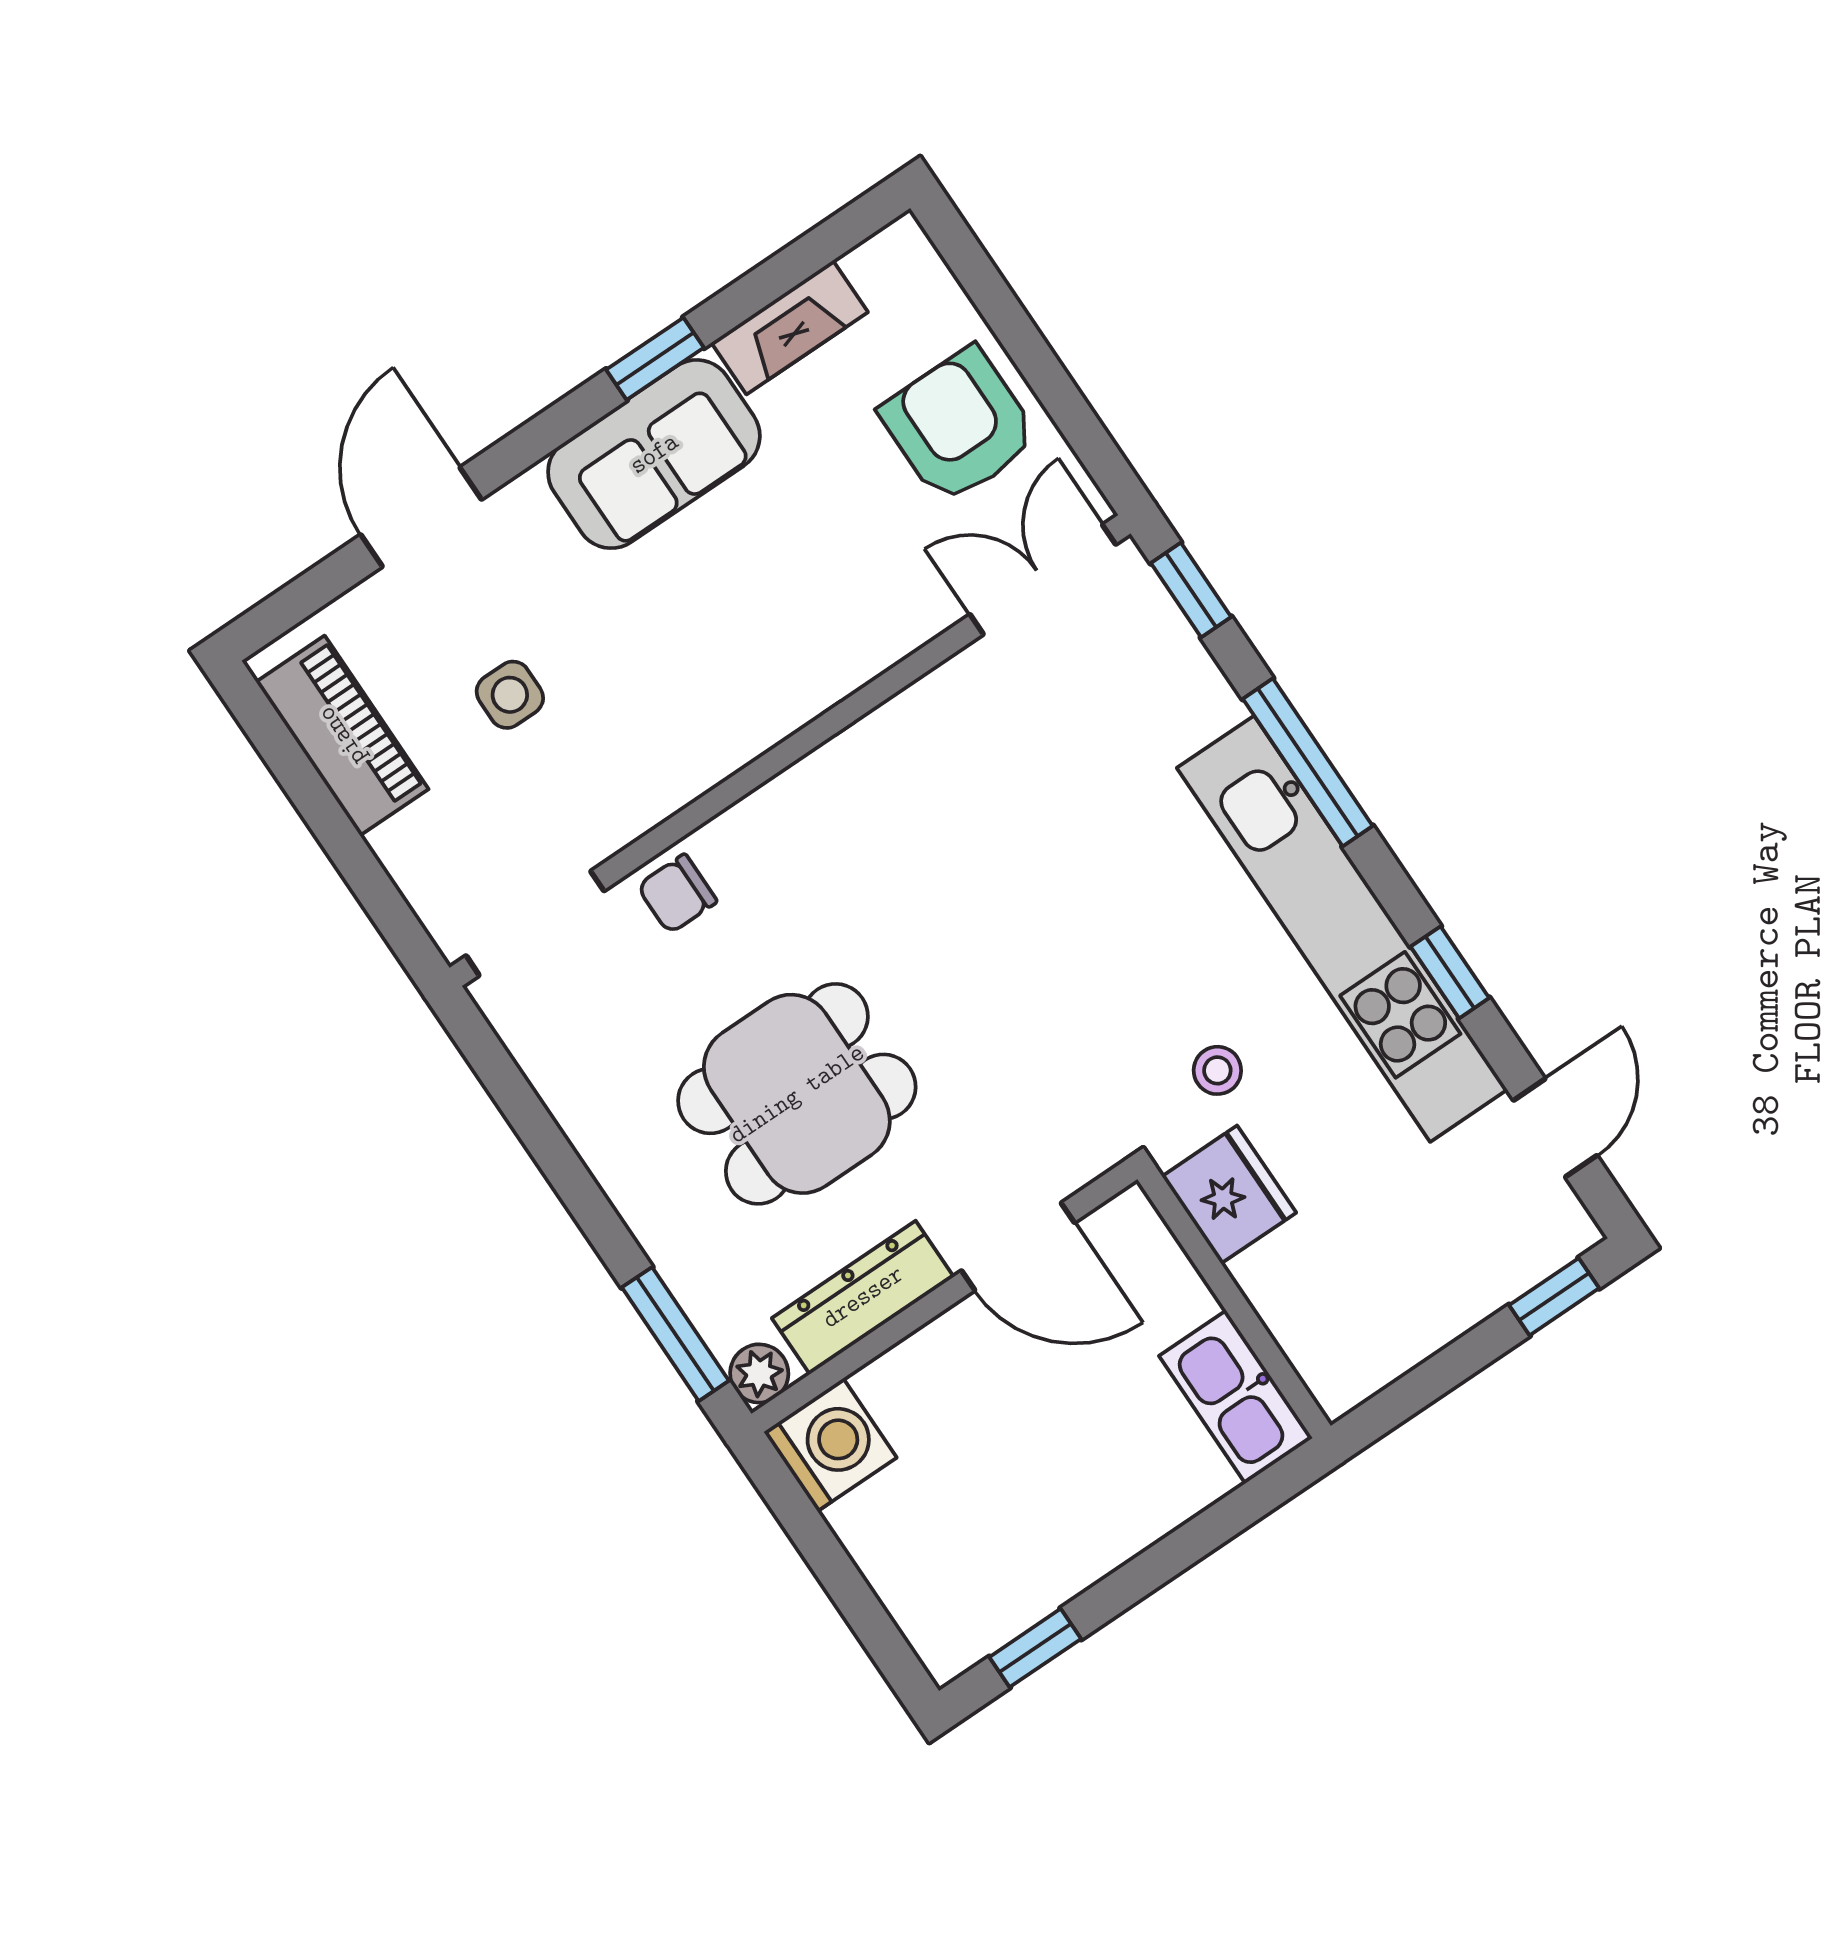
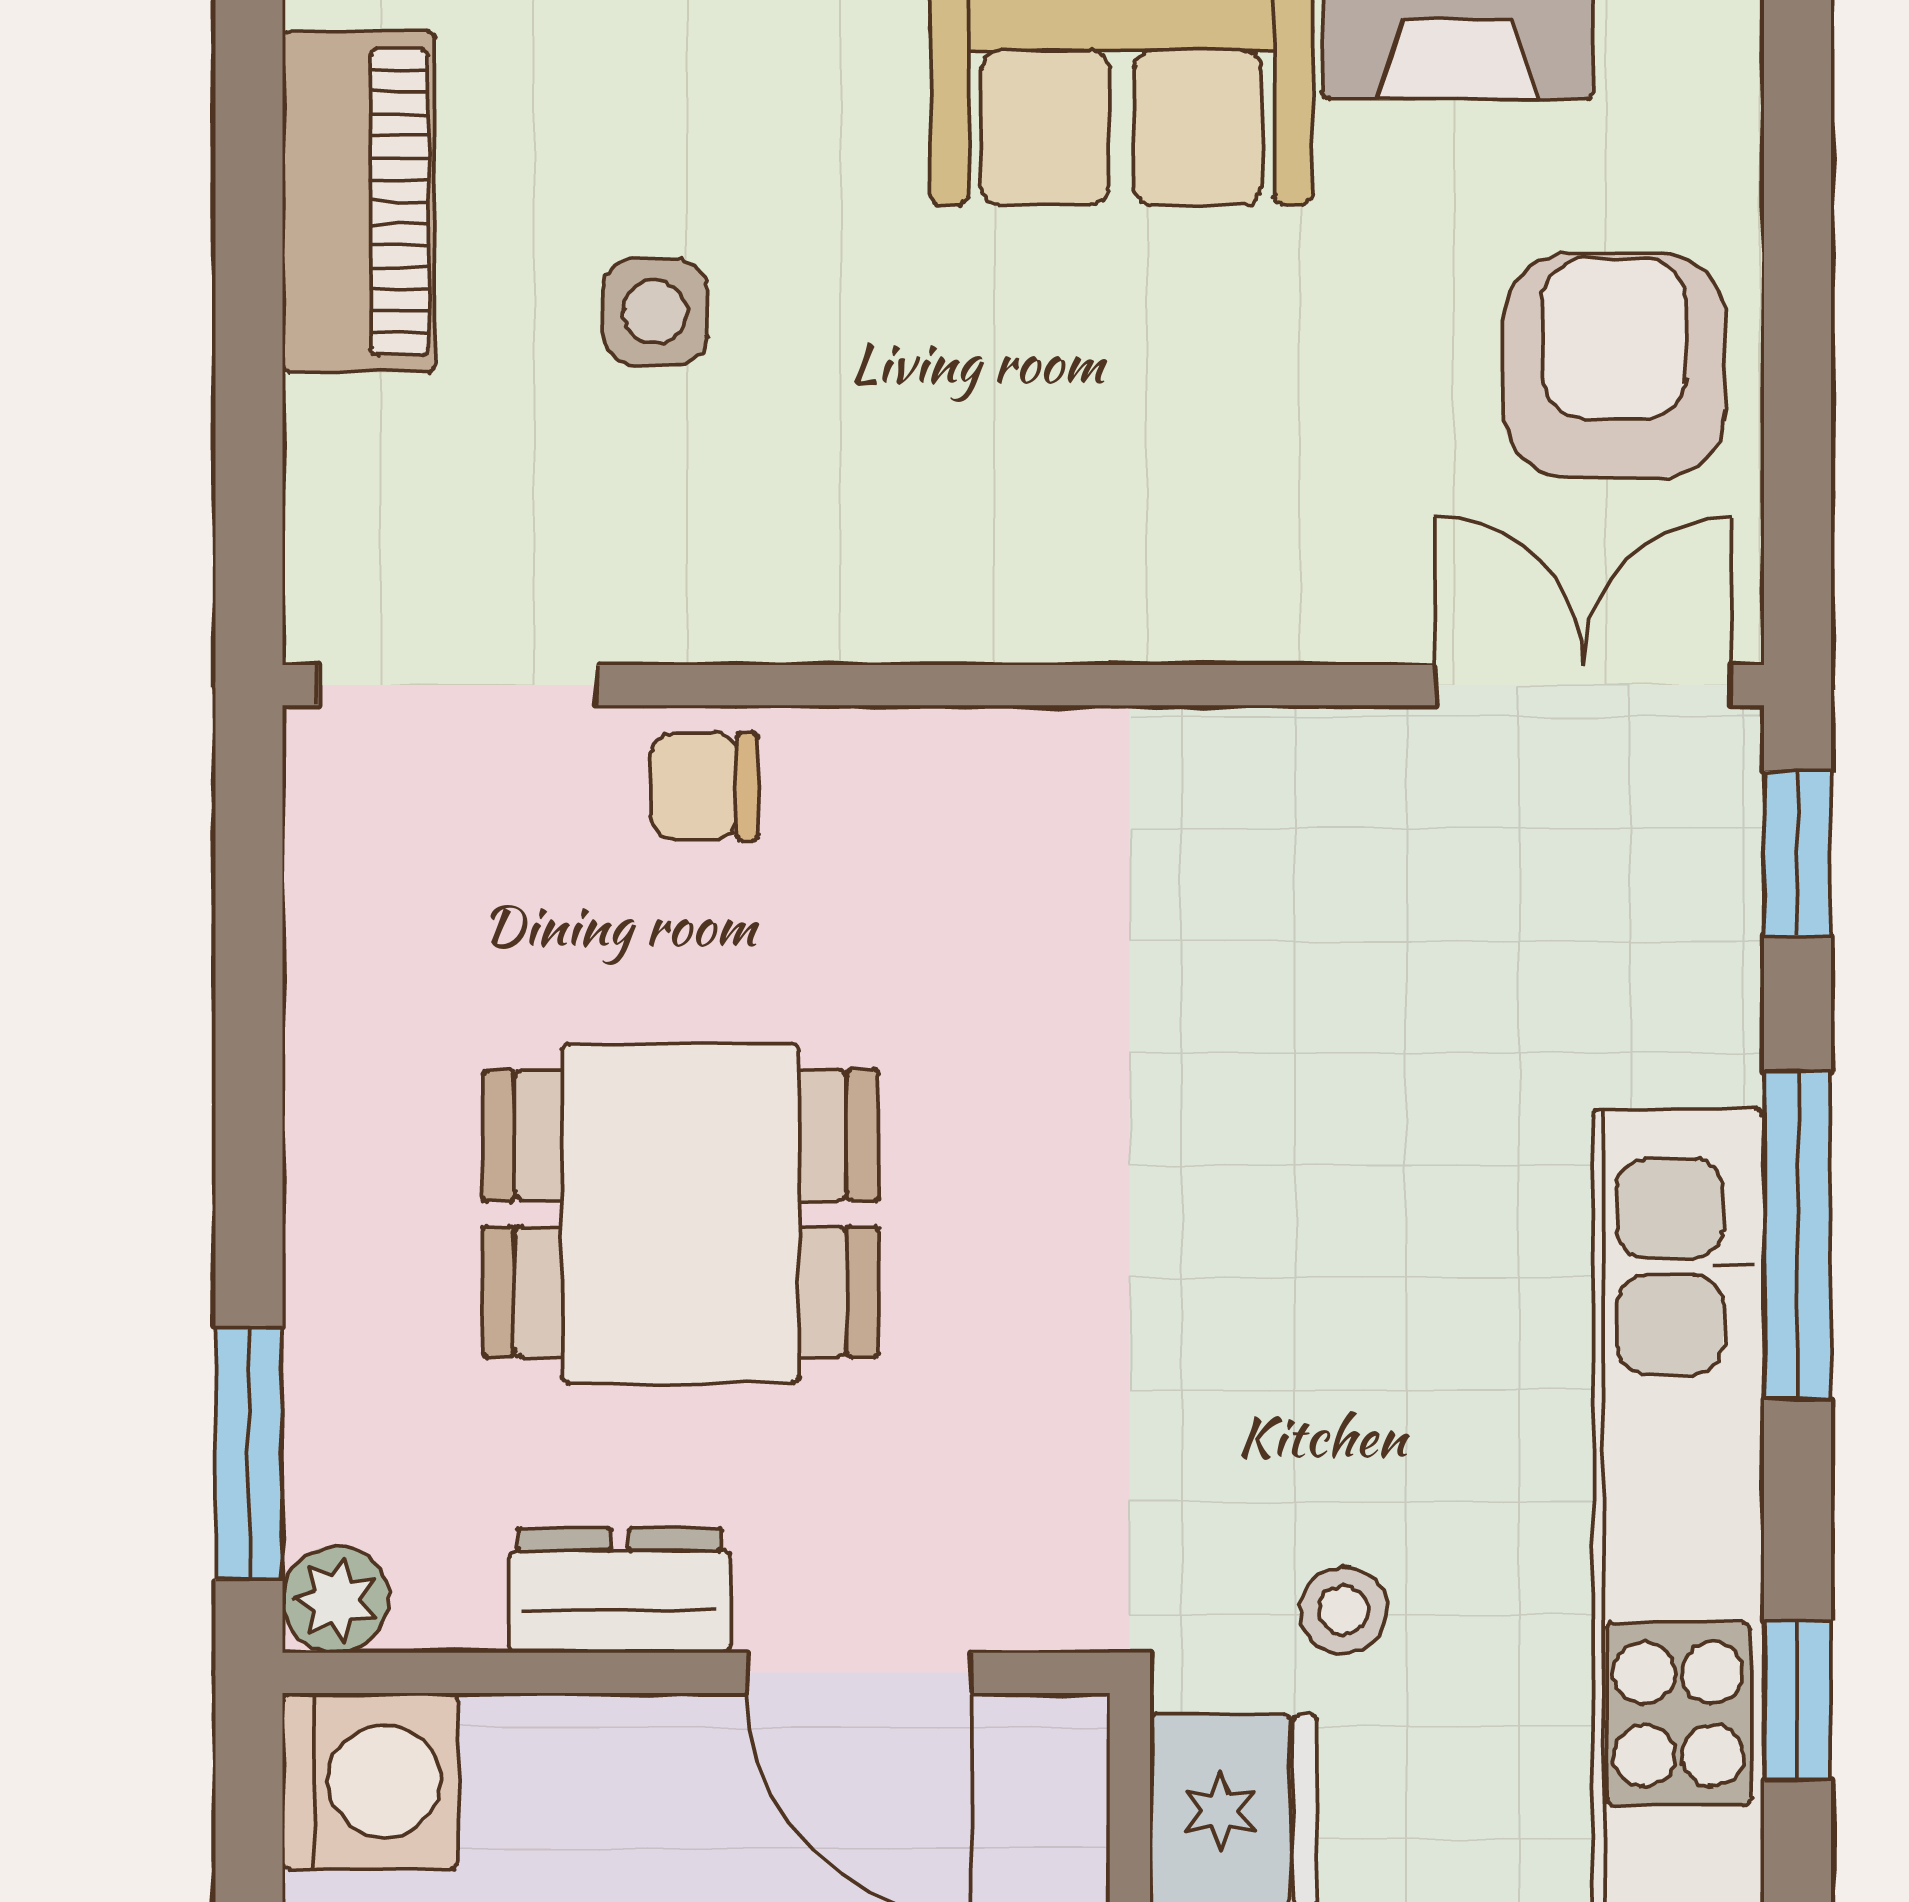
dresser: (863, 1297) -> (620, 1590), width x0.70

